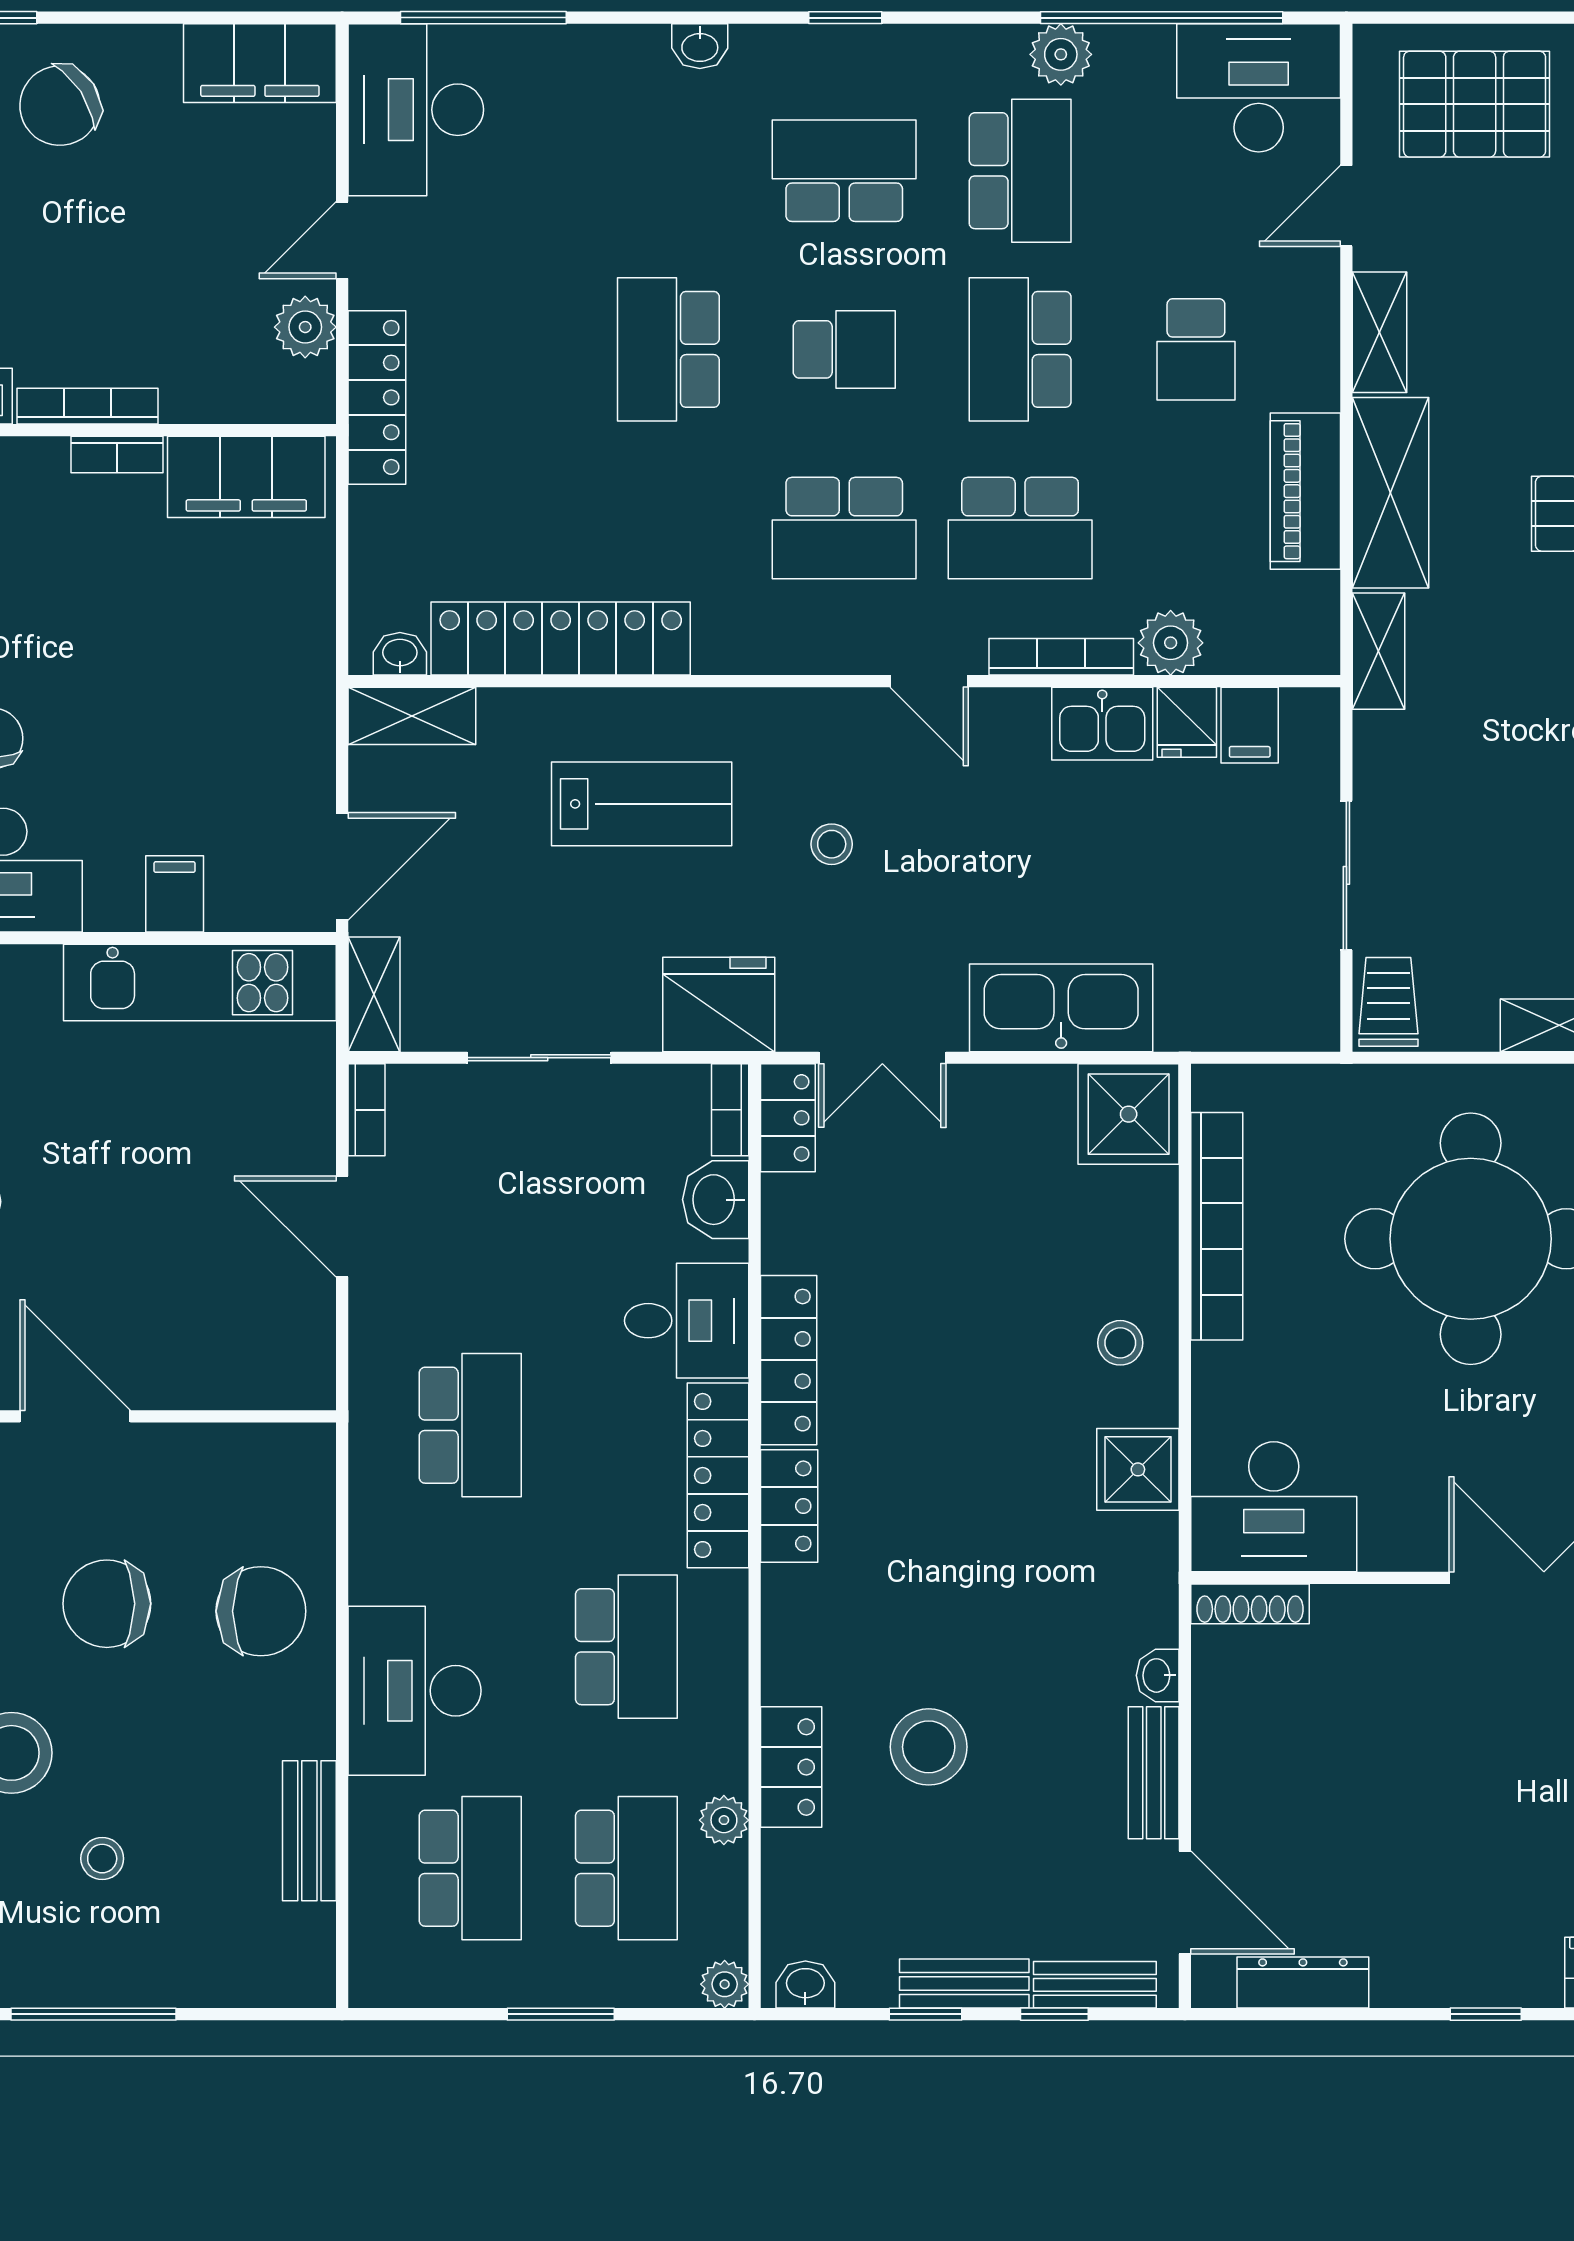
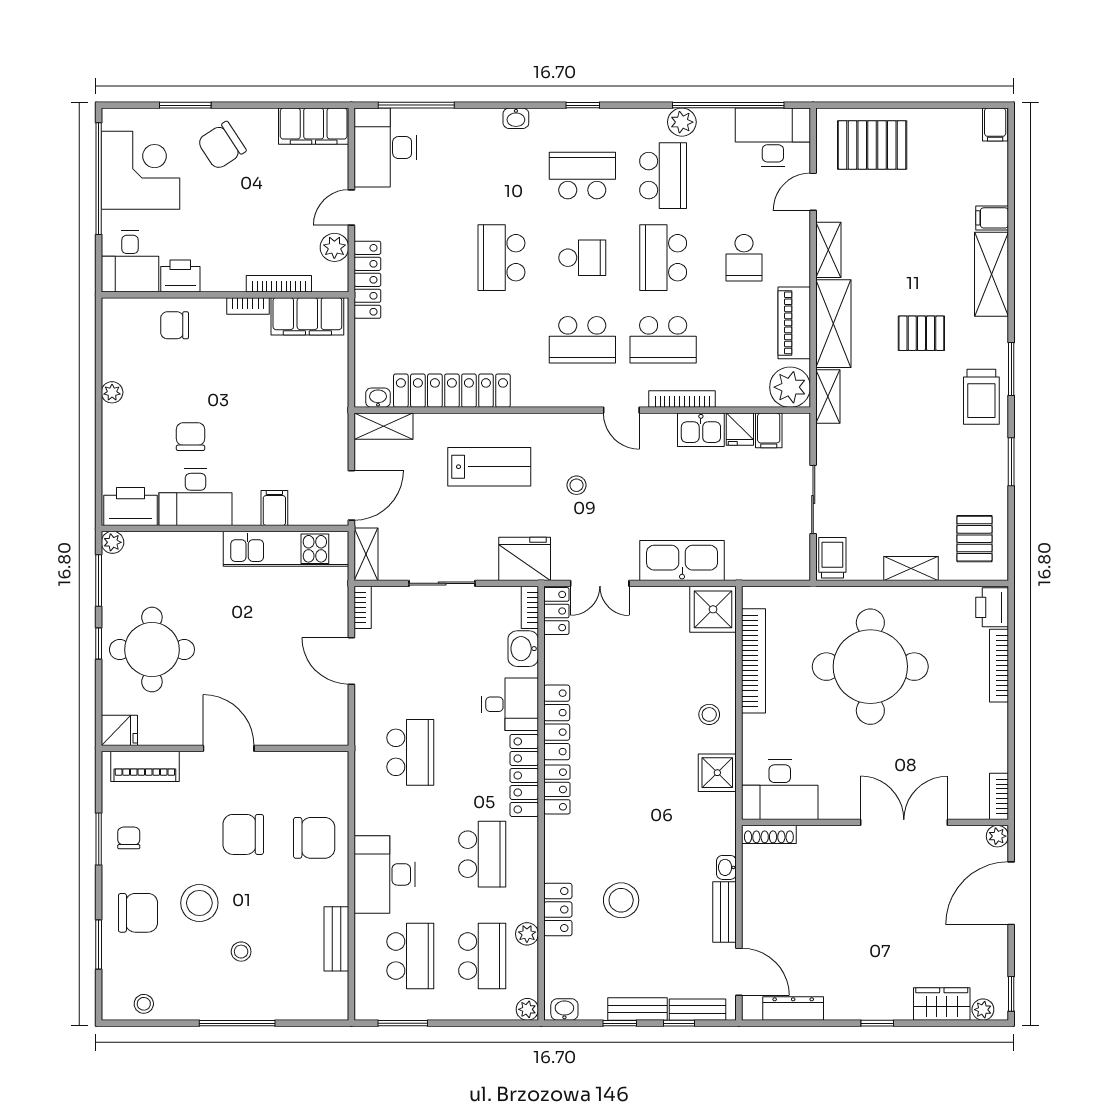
bookcase: (87, 406) -> (279, 284), moved
plant: (1171, 643) -> (790, 387), moved, width x1.36, depth x1.36
window: (561, 2014) -> (403, 1023), moved

